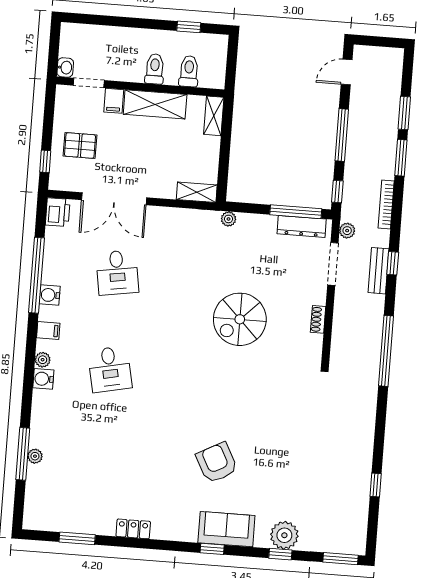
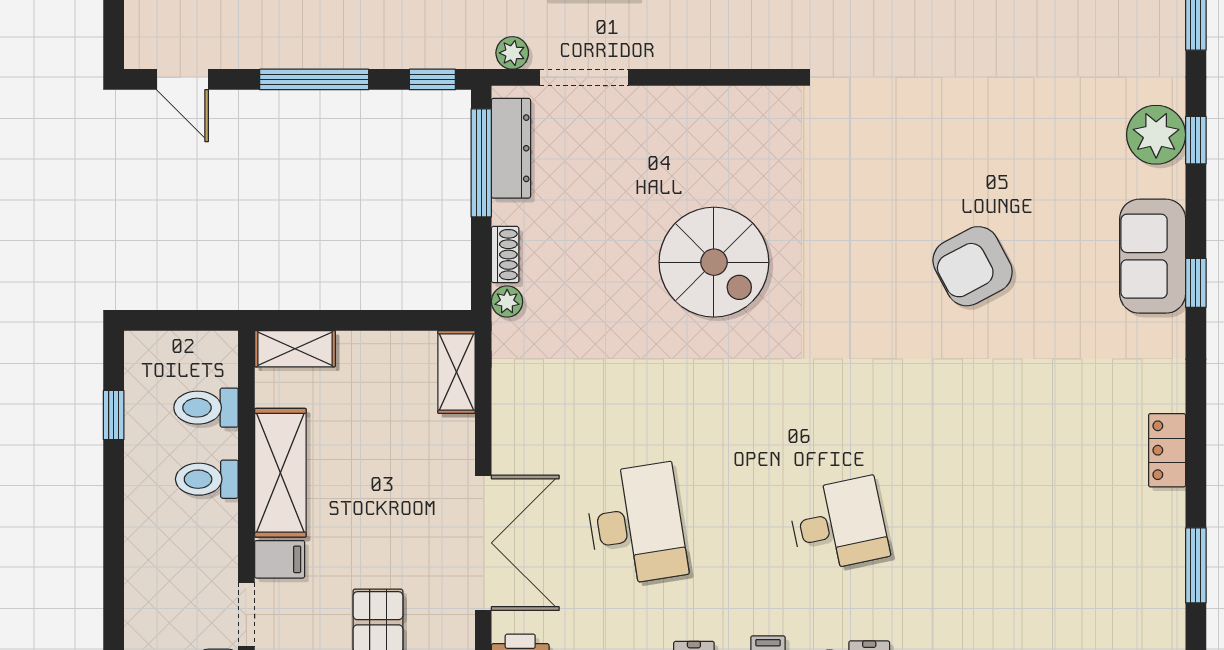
desk: (117, 272) -> (636, 525), width x1.37
shoe rack: (318, 319) -> (505, 255), moved, turned -90
armchair: (217, 463) -> (973, 266), moved

